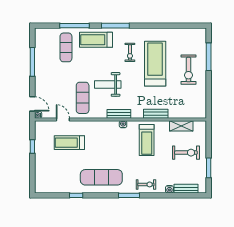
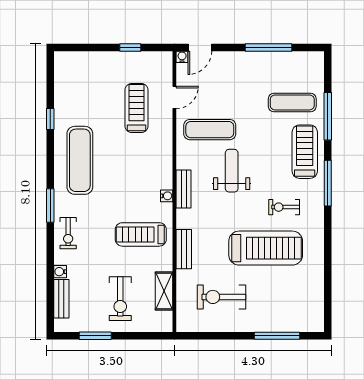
exercise bike: (188, 70) -> (222, 297), moved

